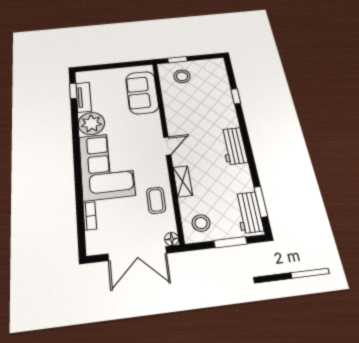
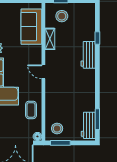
door: (167, 146) -> (43, 72), swing flipped
workbench: (234, 146) -> (88, 55), moved
shelving: (183, 181) -> (50, 39), moved
window: (230, 242) -> (60, 143), moved

